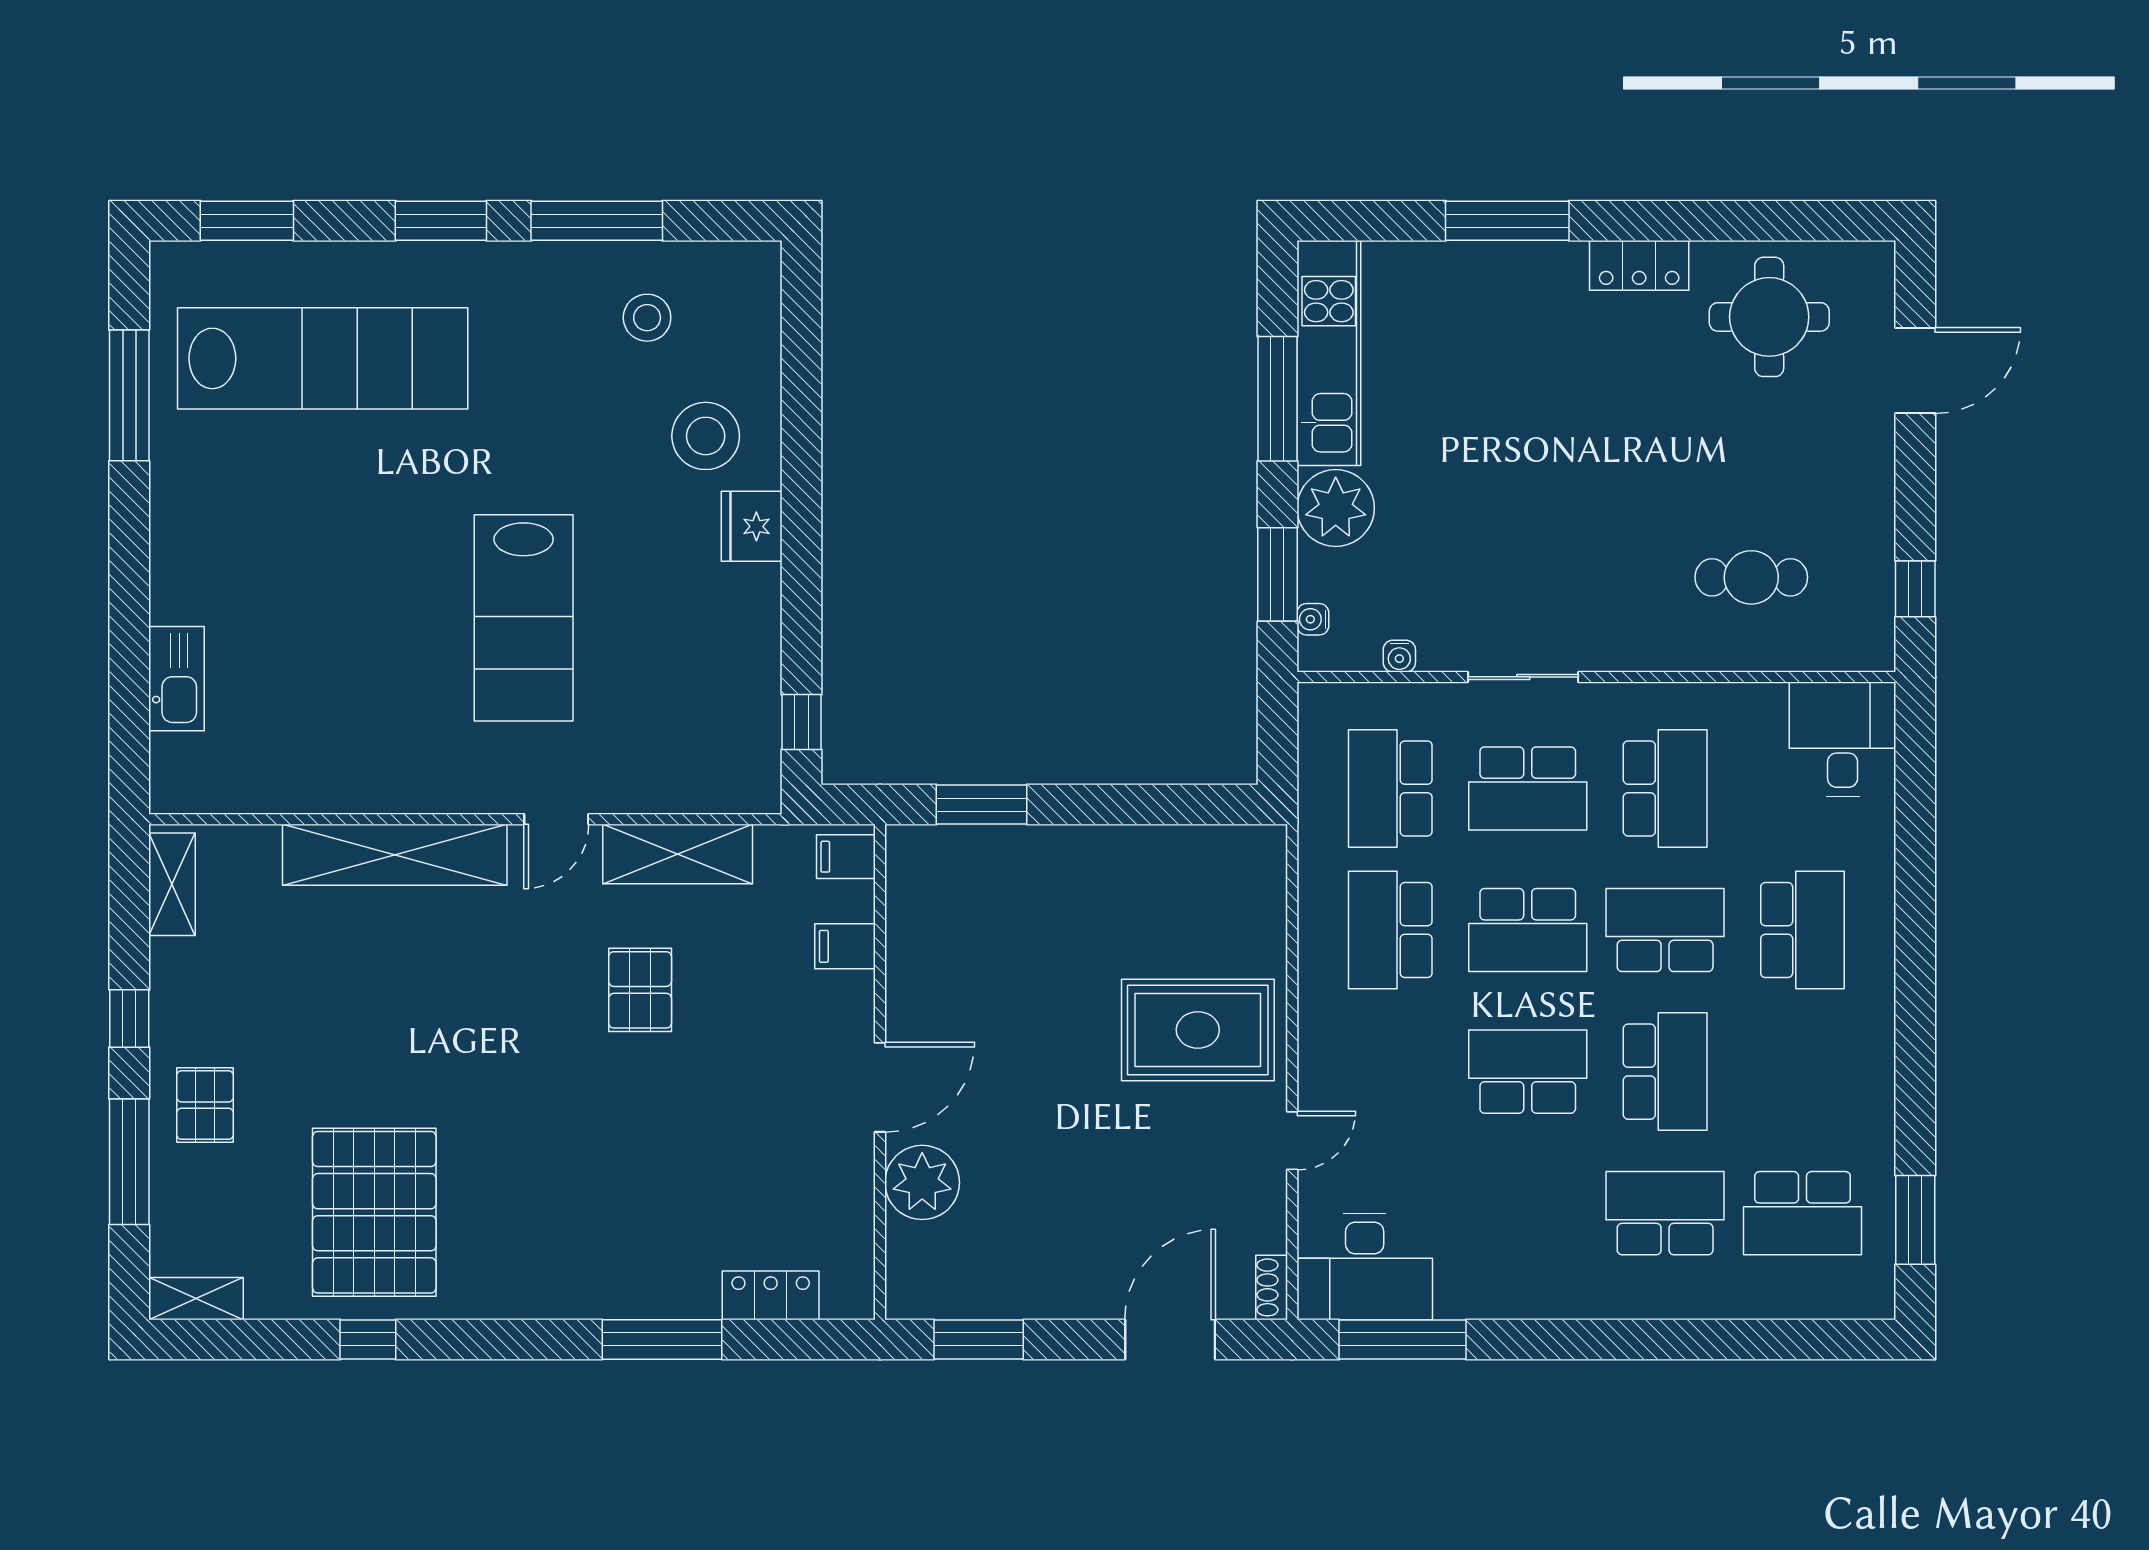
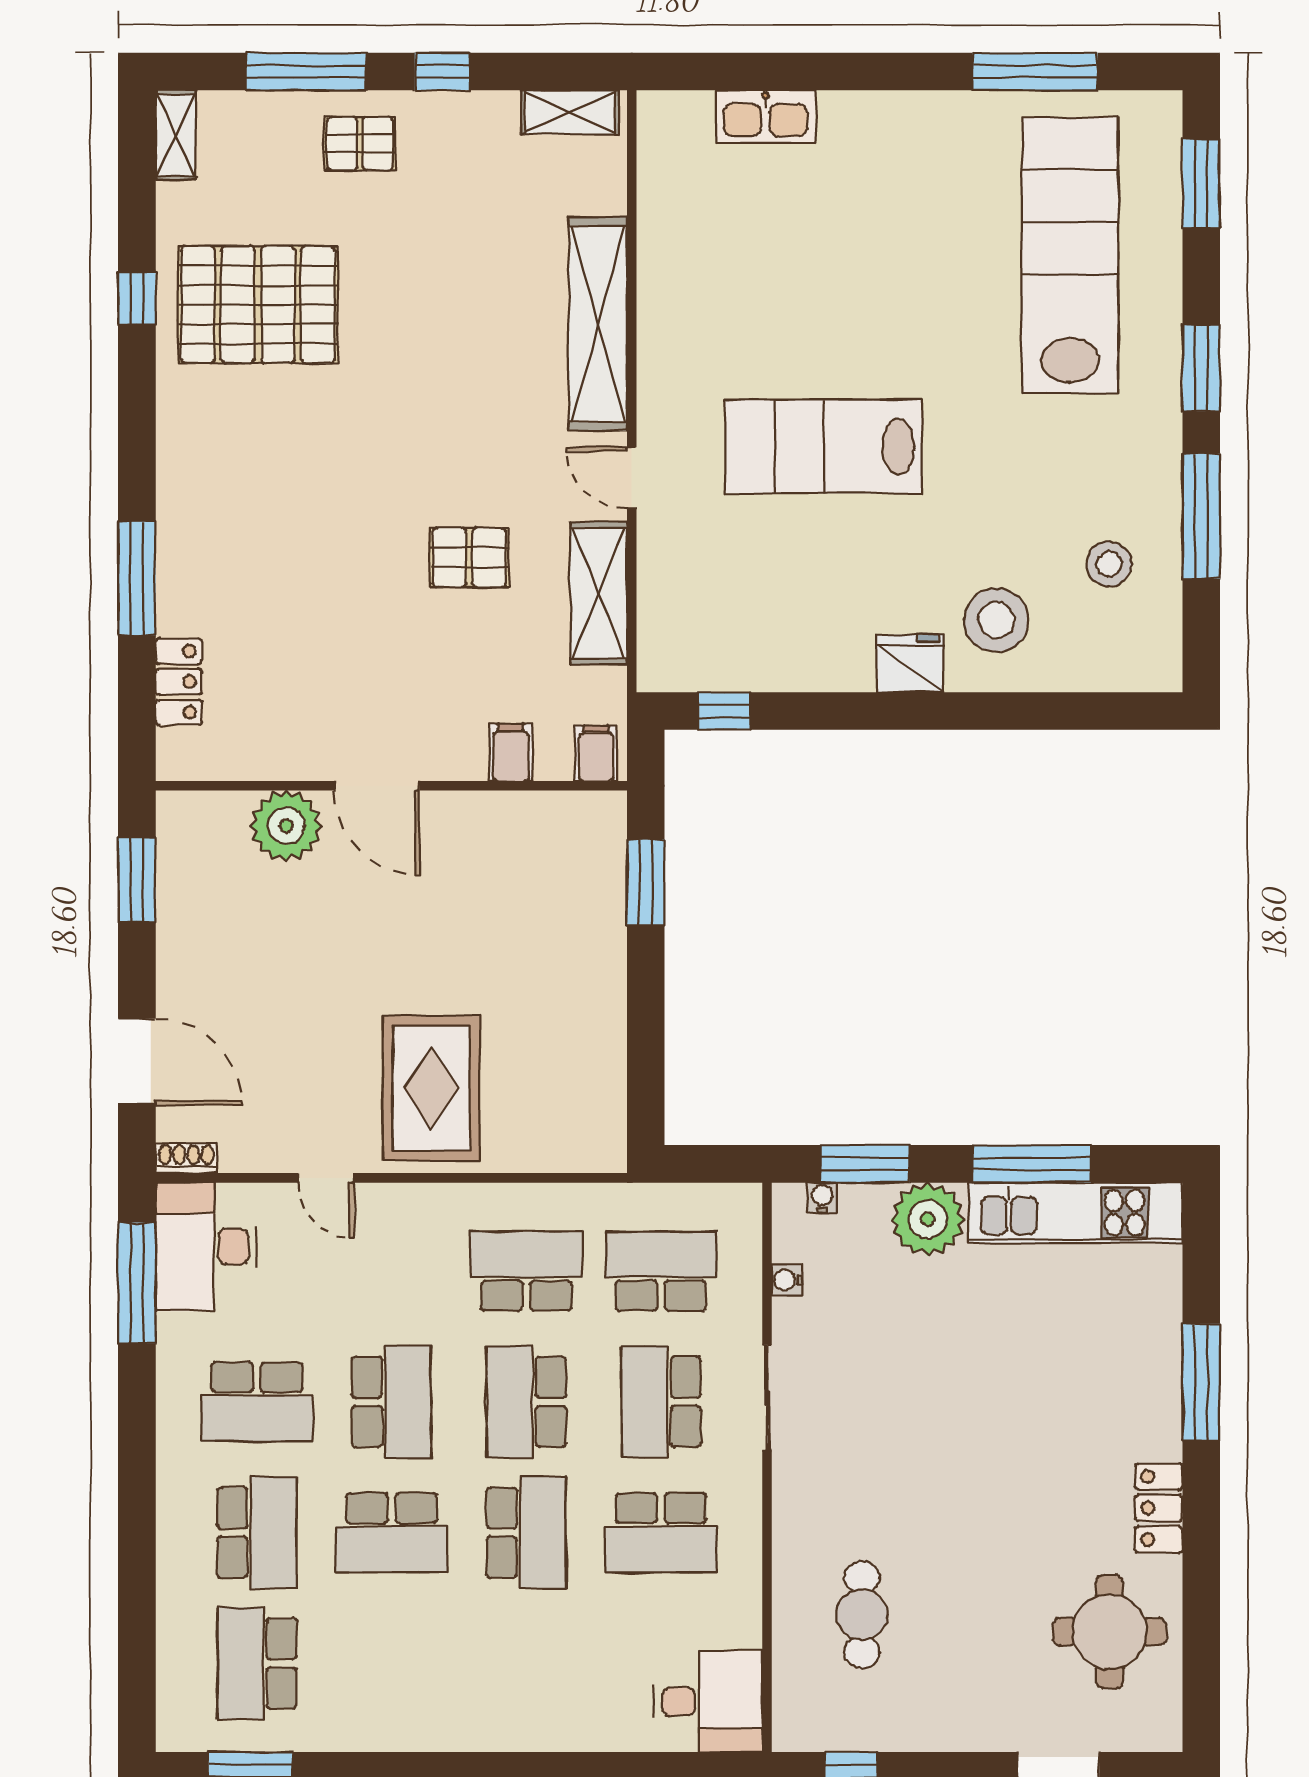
lab bench: (323, 358) -> (1070, 255), turned 180
school desk: (1803, 930) -> (257, 1402), moved

